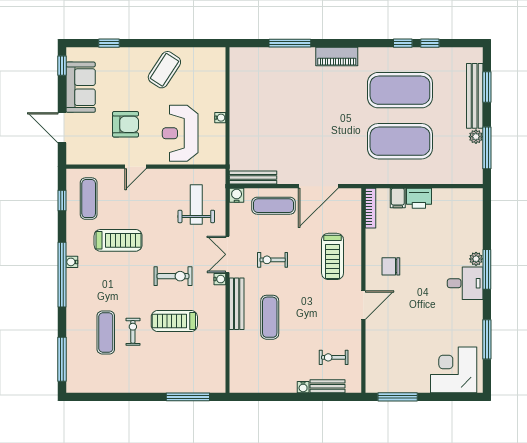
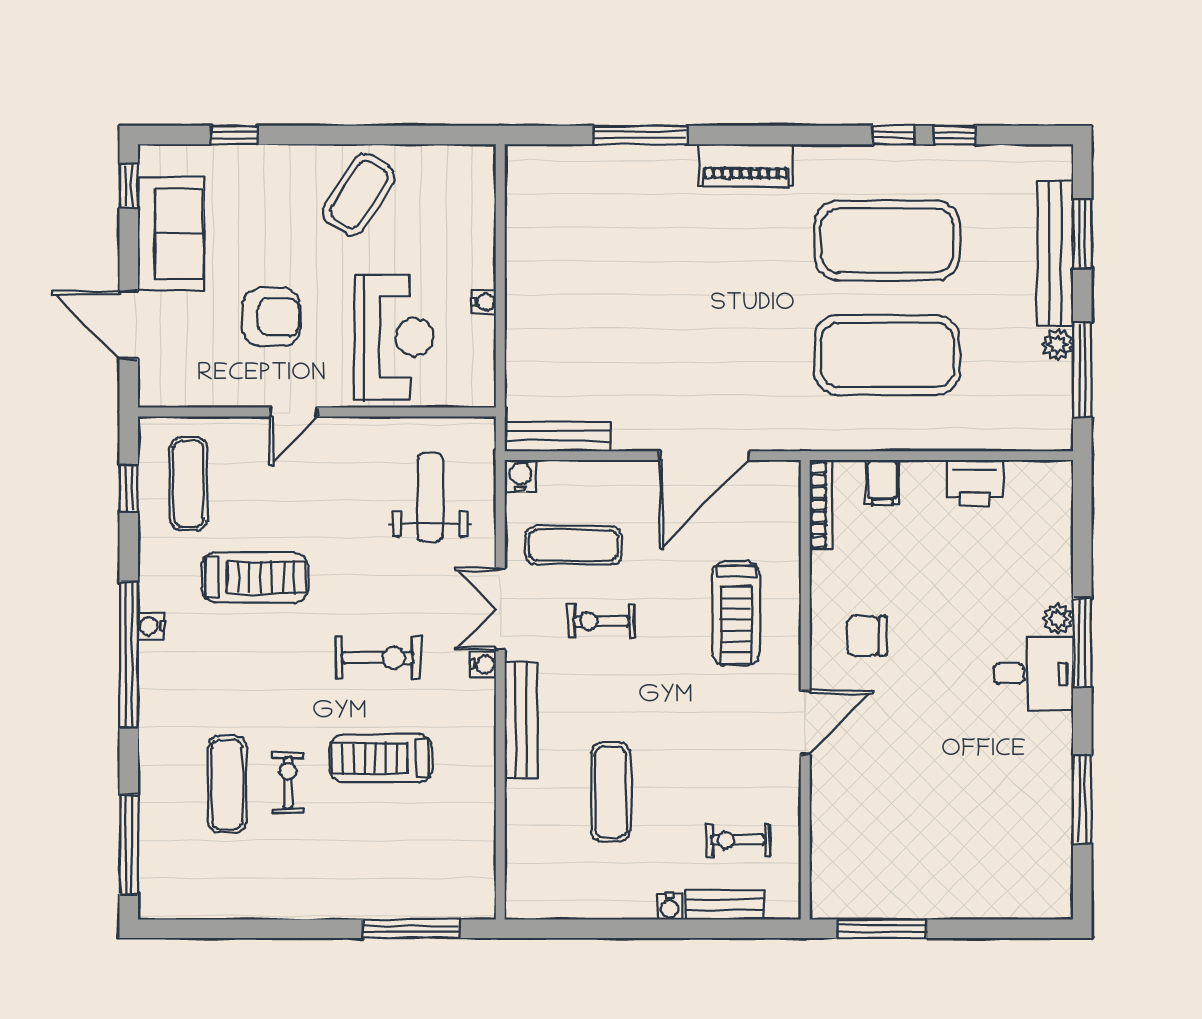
reception desk: (180, 133) -> (394, 337), turned 180
printer: (419, 198) -> (975, 483), moved
exercise mat: (274, 206) -> (574, 545), moved
exercise mat: (270, 317) -> (611, 792), moved
corner desk: (454, 370) -> (1008, 868), removed

